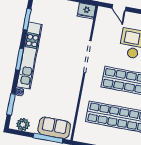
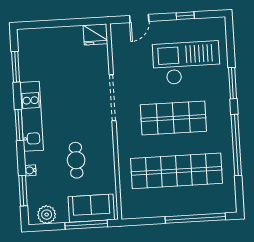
door: (119, 8) -> (139, 18), hinge flipped
kitchen unit: (29, 55) -> (32, 116), width x0.73
cafe table: (52, 93) -> (76, 160), added

